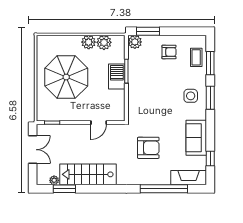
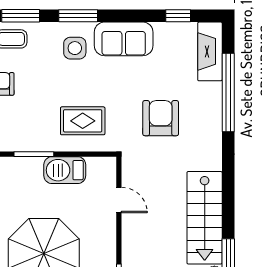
barbecue: (117, 77) -> (65, 170), moved
rug: (147, 101) -> (83, 121), added
sofa: (196, 138) -> (124, 39), moved

